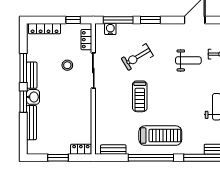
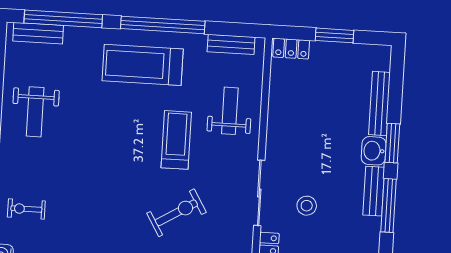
weight bench: (188, 60) -> (230, 111), moved, turned 90

